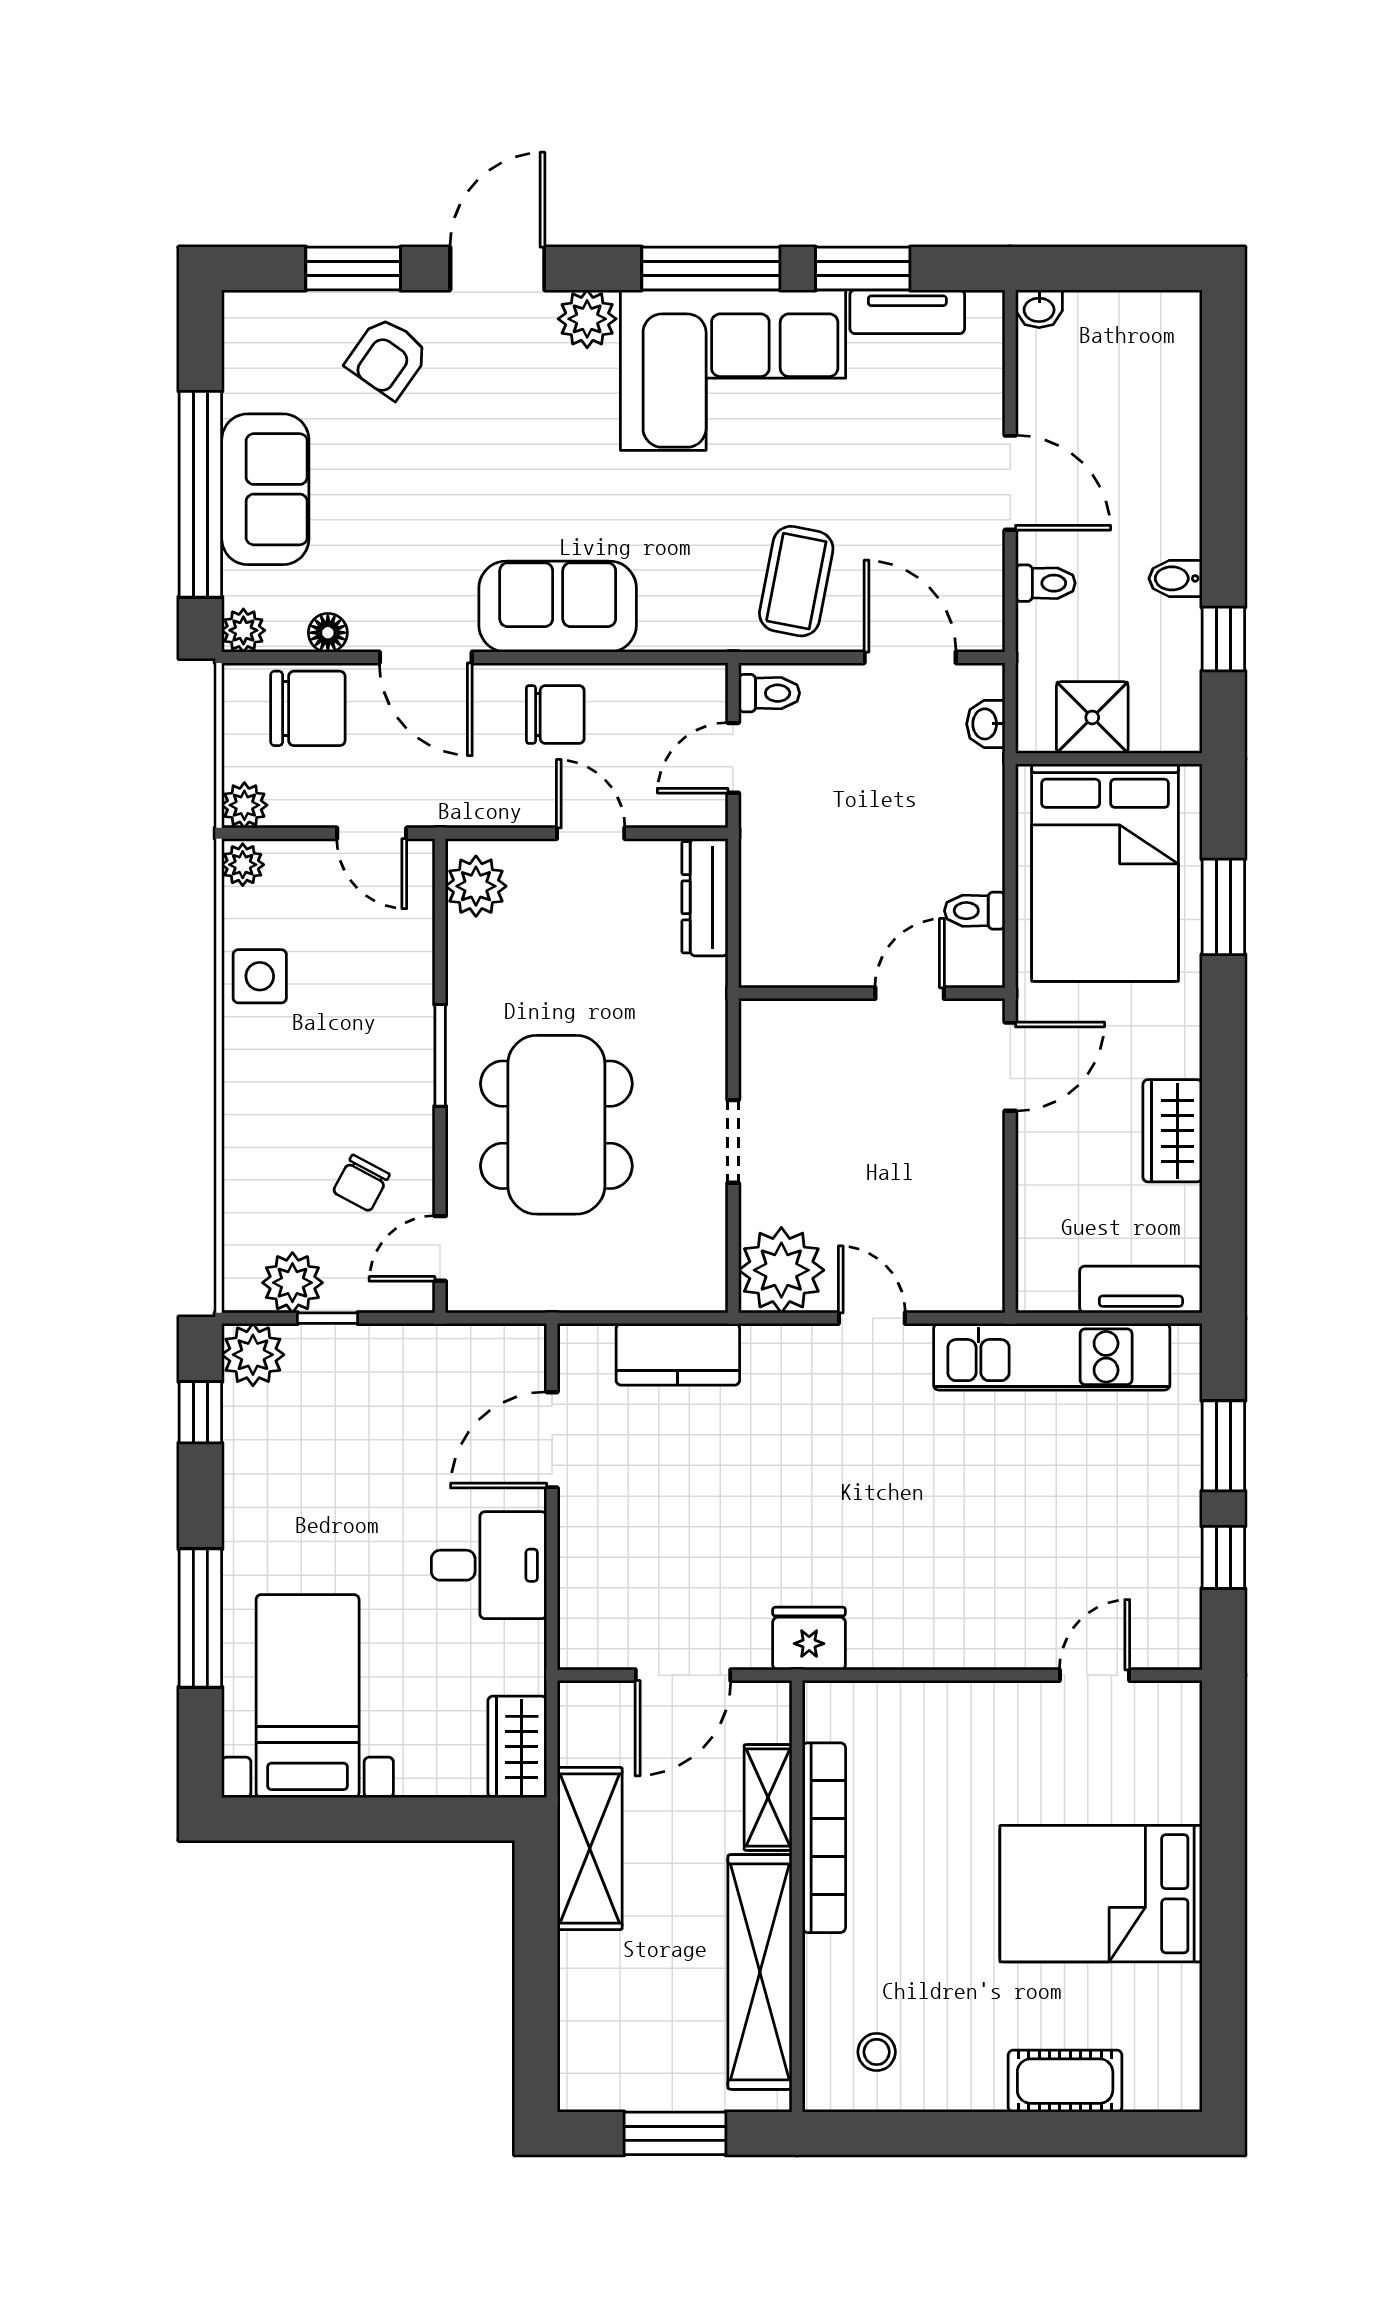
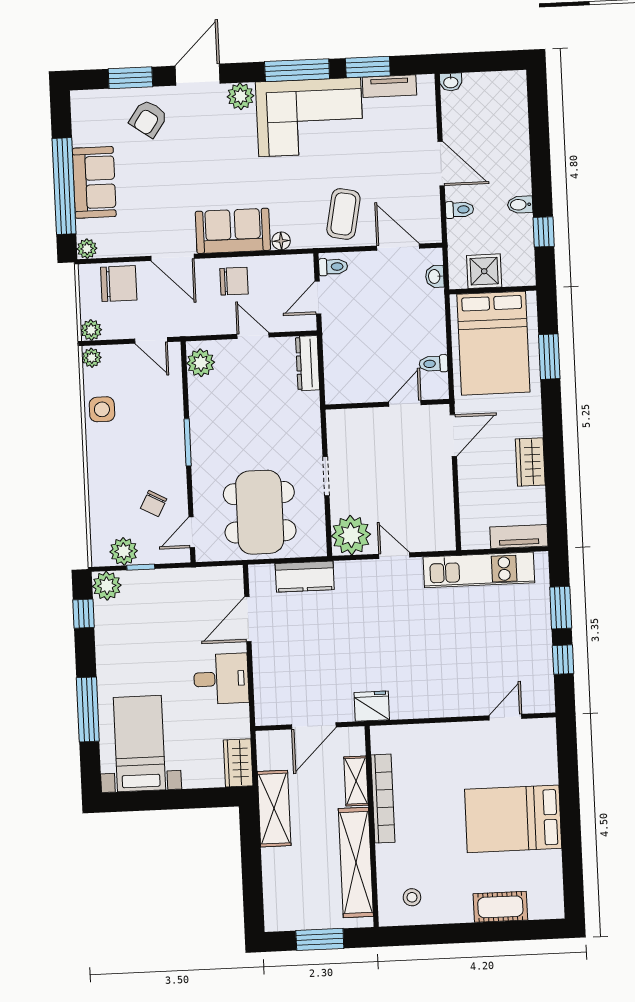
floor lamp: (328, 633) -> (281, 241), moved
dining table: (556, 1125) -> (260, 512), moved

